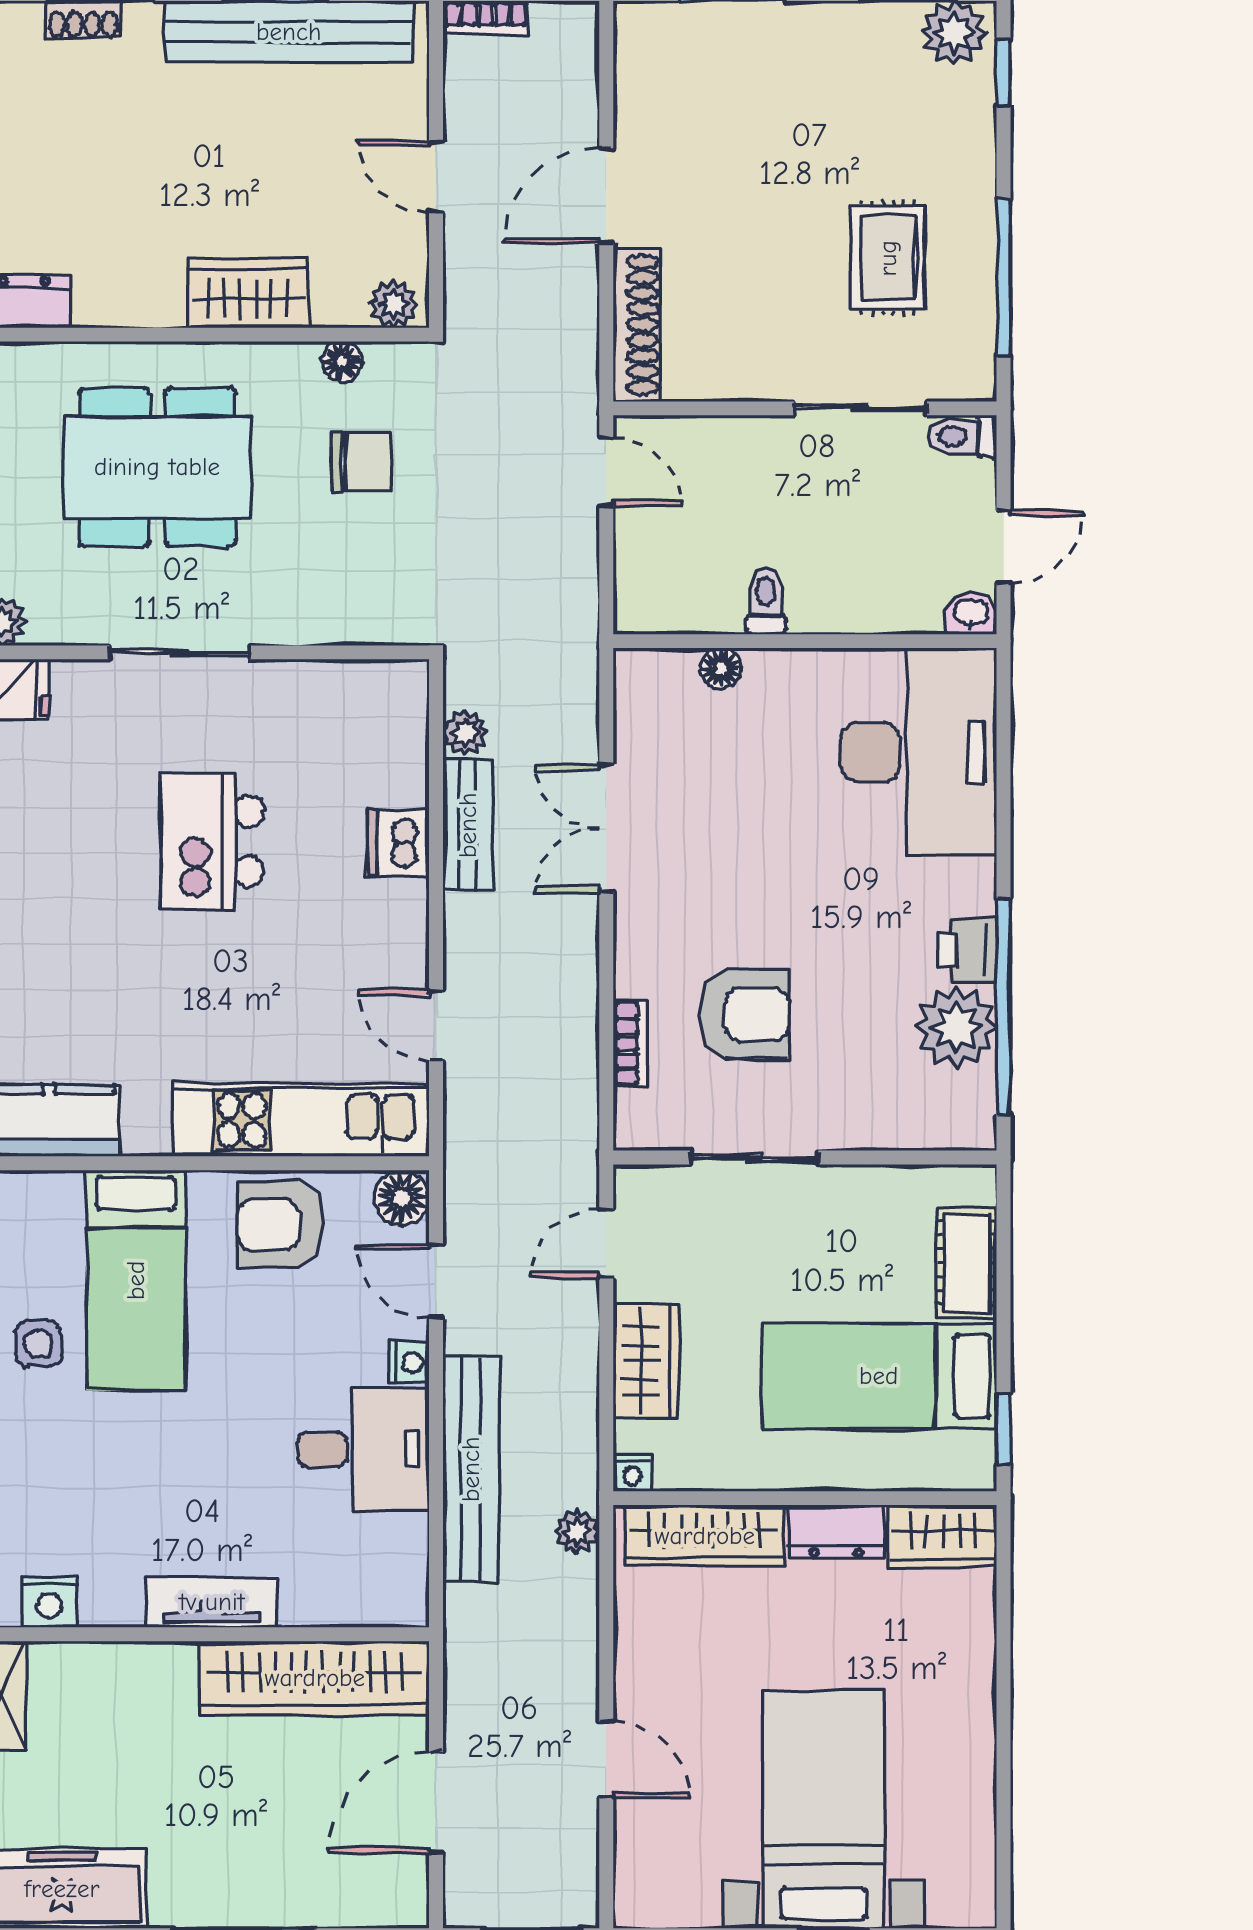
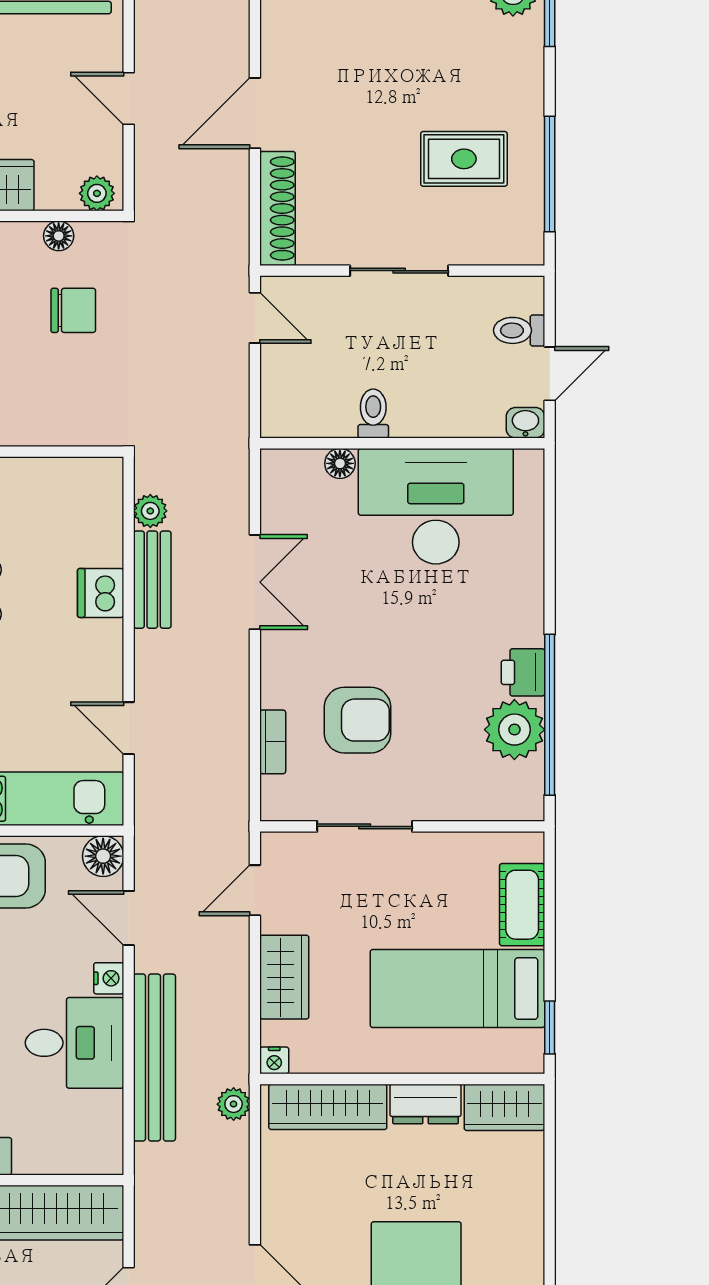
rug: (888, 258) -> (464, 159), turned 90
sliding door: (861, 408) -> (399, 271), moved
toilet: (962, 436) -> (519, 330), moved
desk: (919, 752) -> (436, 506), moved, turned -90
double door: (606, 828) -> (255, 582), swing flipped

